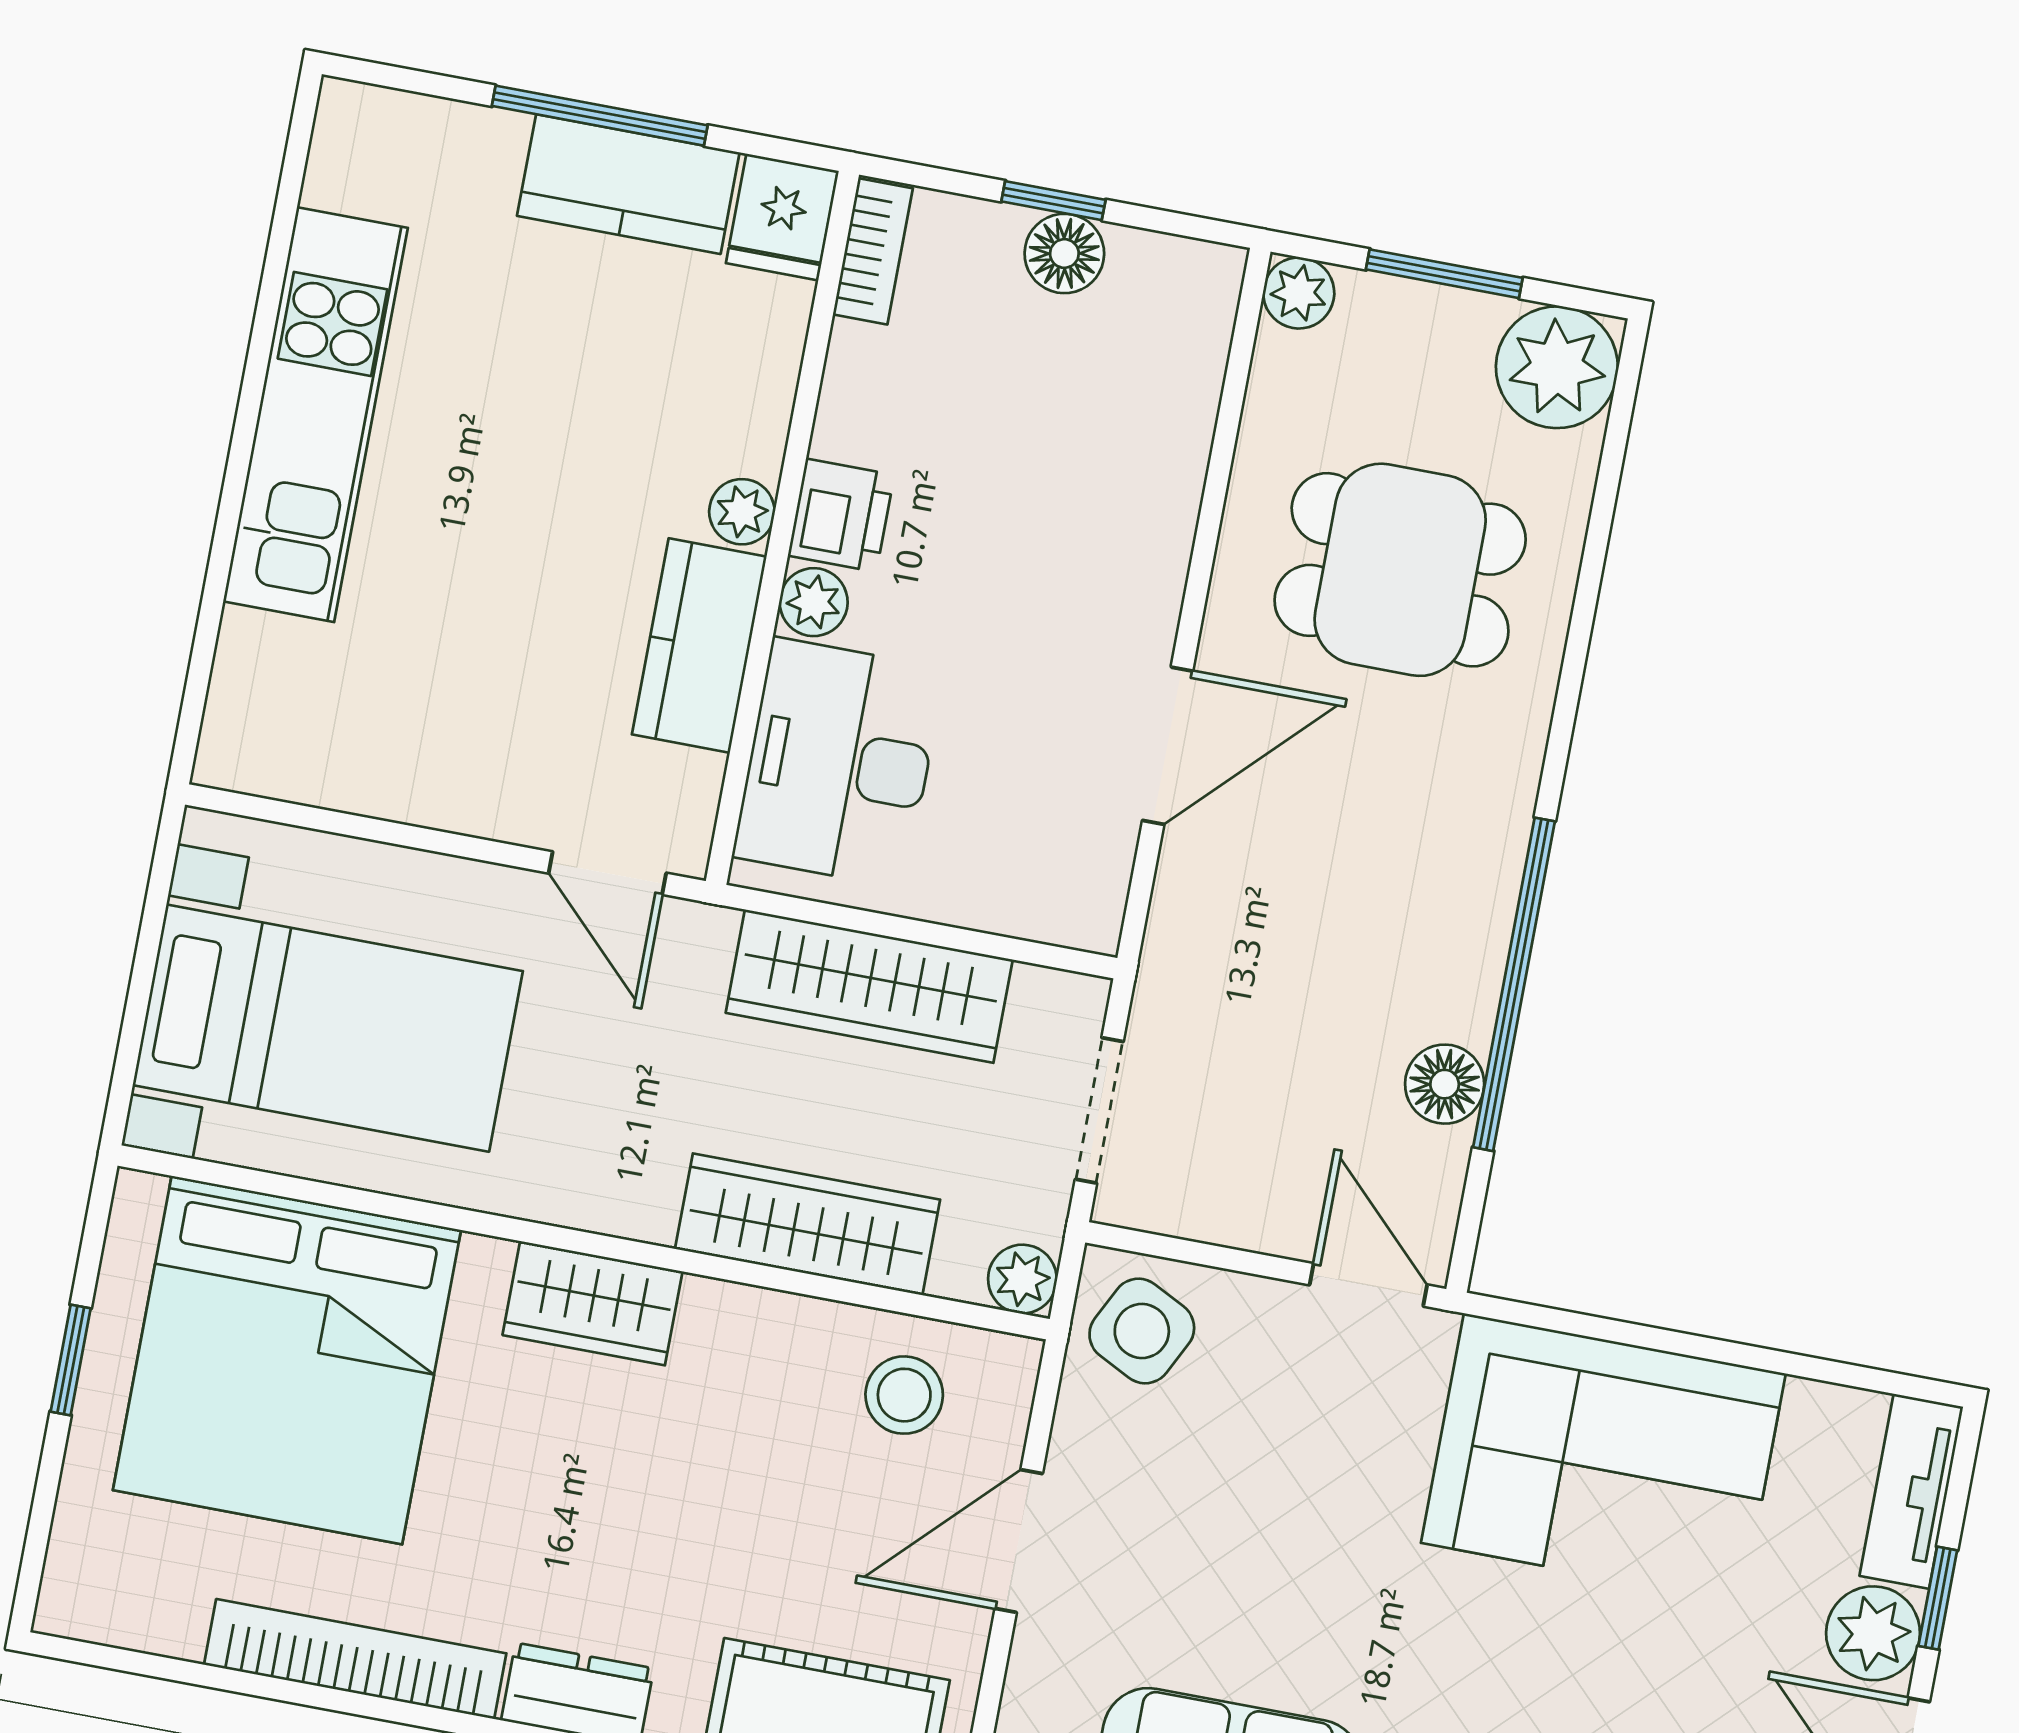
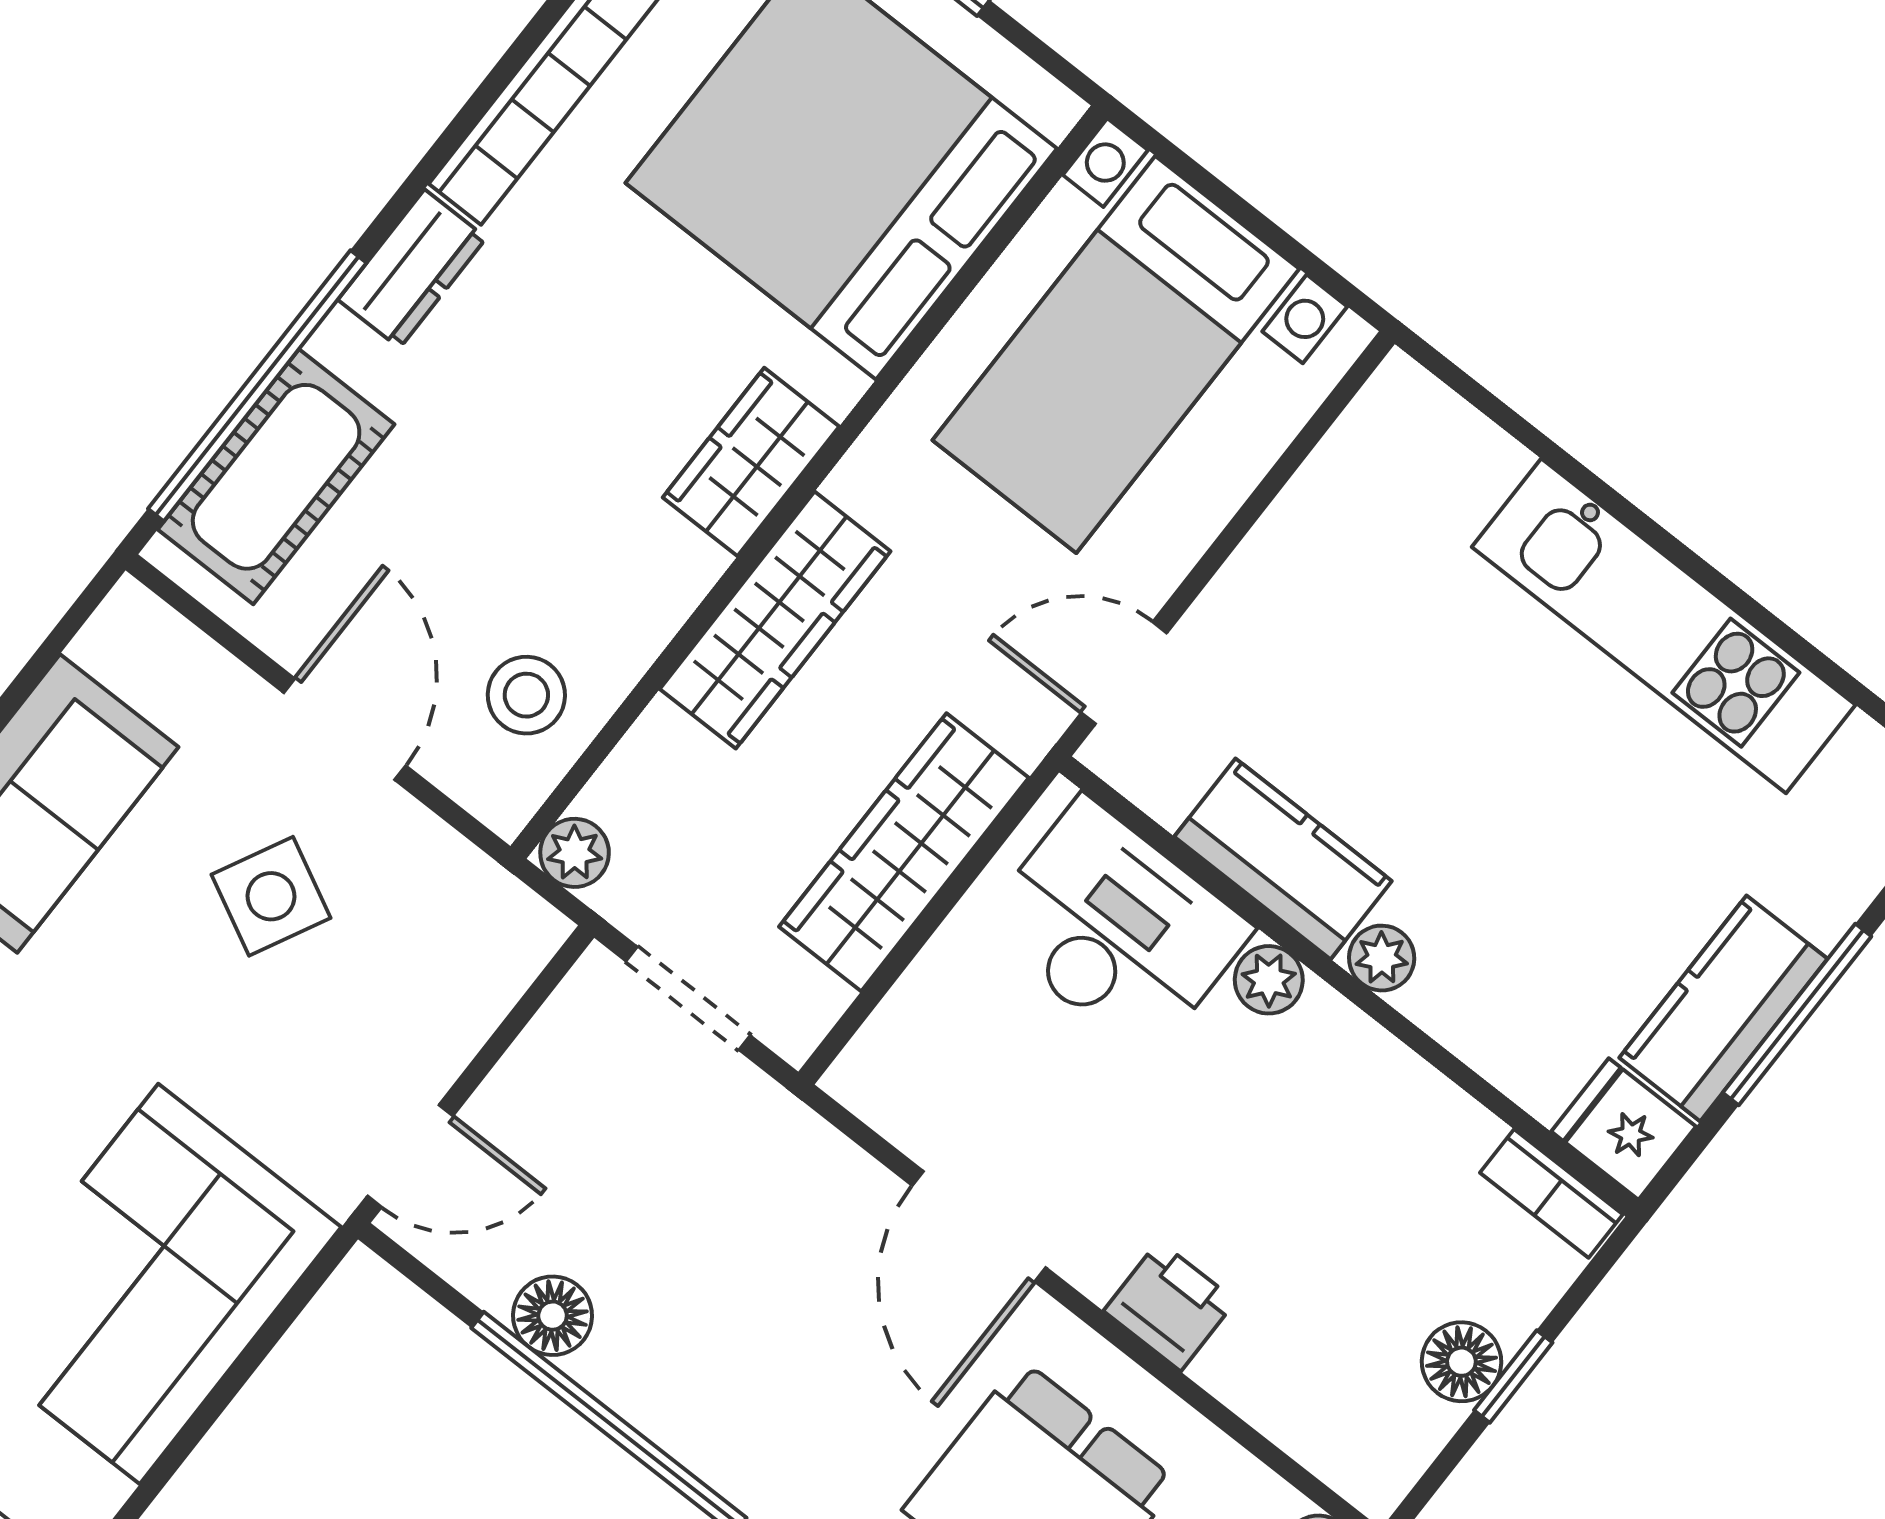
printer: (841, 515) -> (1170, 1306), moved, turned 180
wardrobe: (808, 1224) -> (775, 620), moved
side table: (1142, 1331) -> (271, 896), moved

